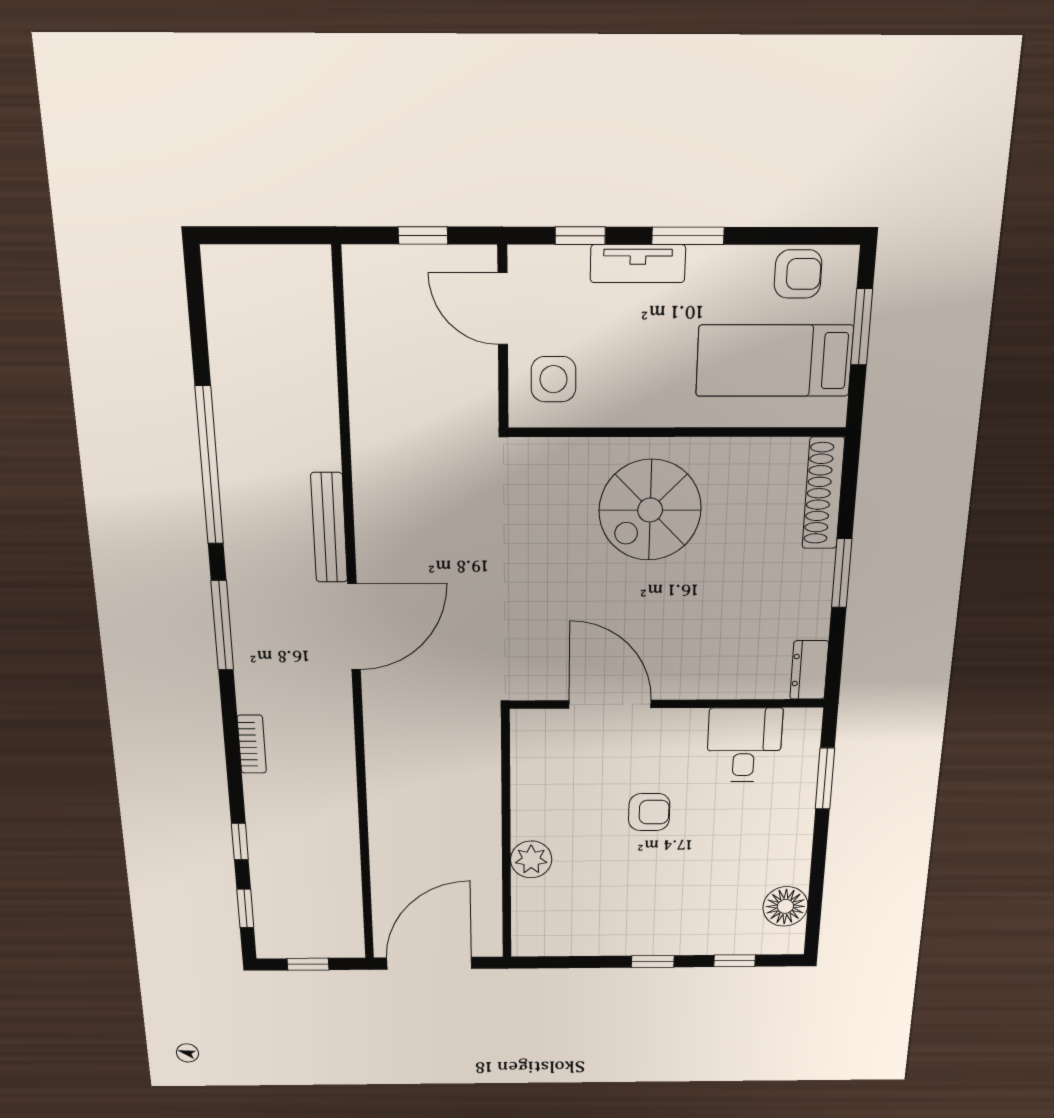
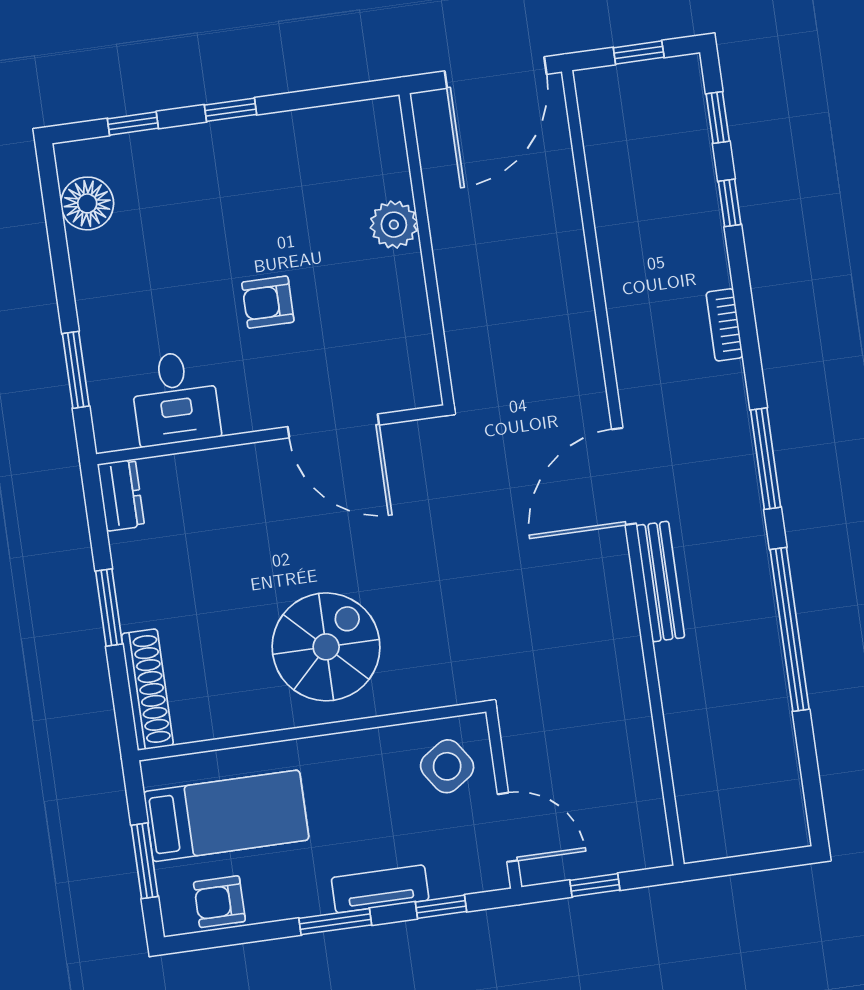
side table: (553, 379) -> (447, 766), turned -34

